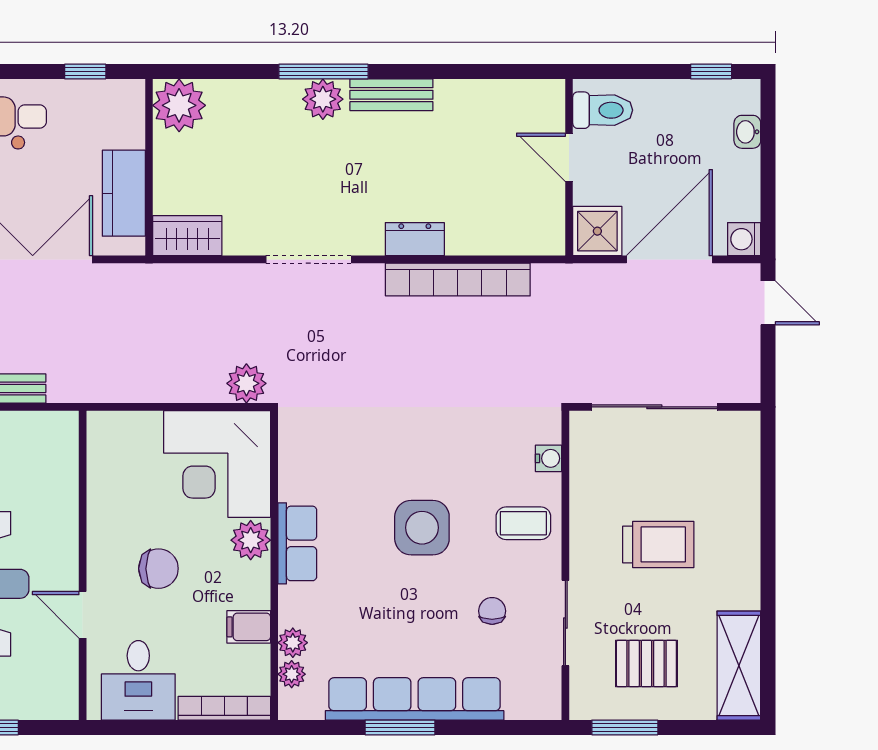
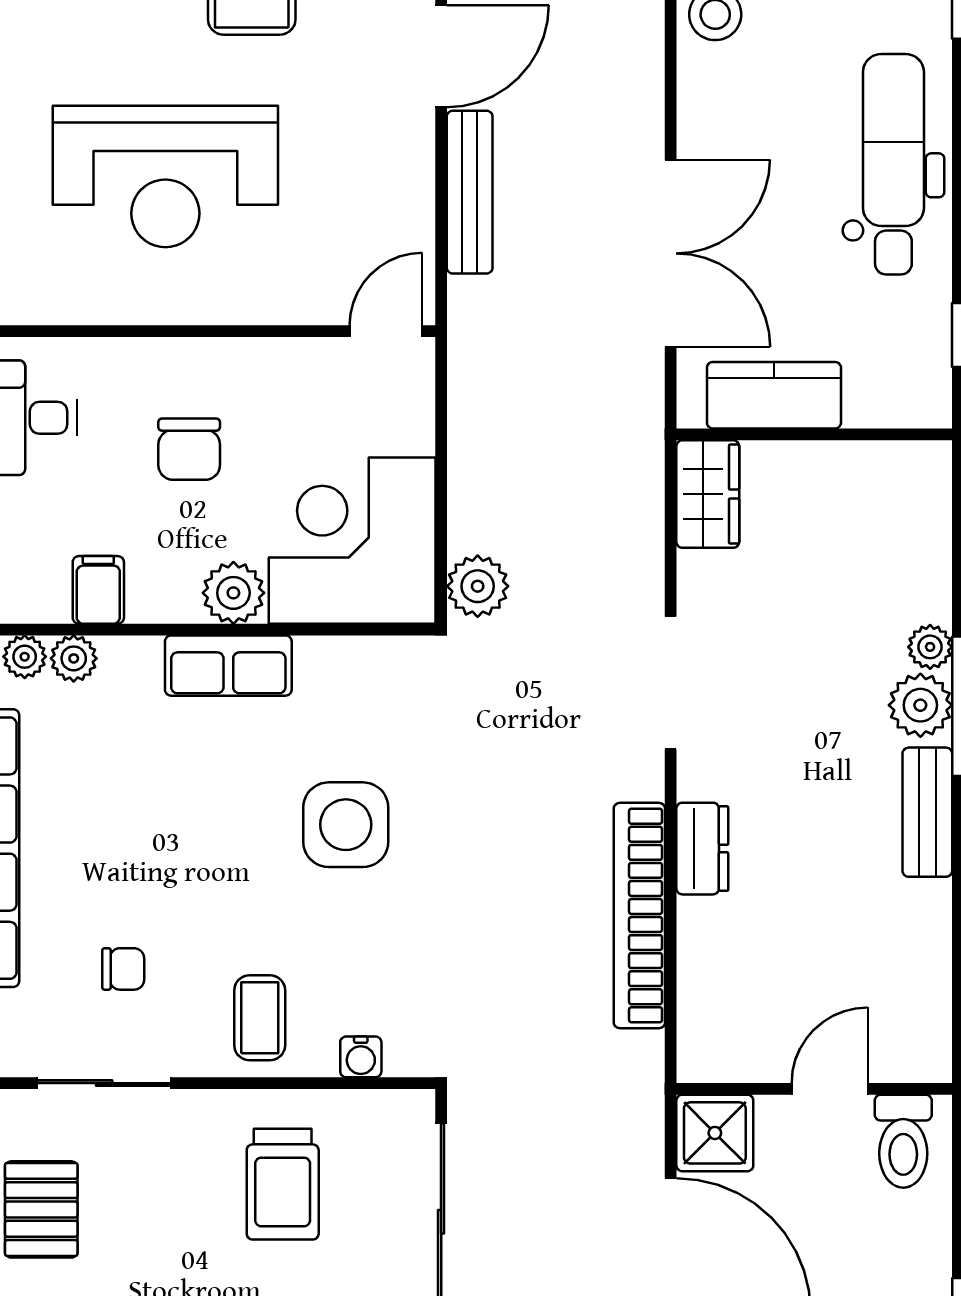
plant: (179, 105) -> (930, 647), moved, width x0.53, depth x0.53
side table: (422, 528) -> (346, 825), moved
trolley: (658, 544) -> (283, 1184), moved
door: (83, 615) -> (386, 331), moved

